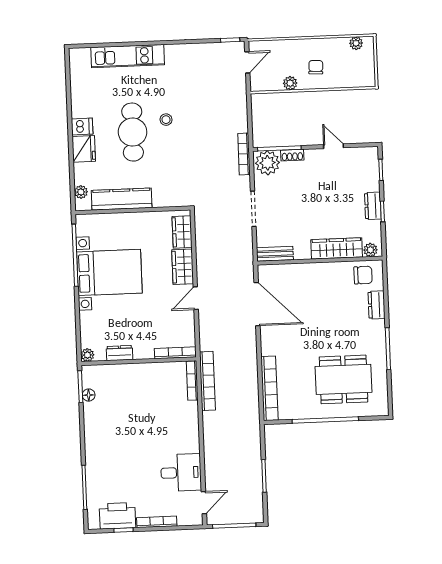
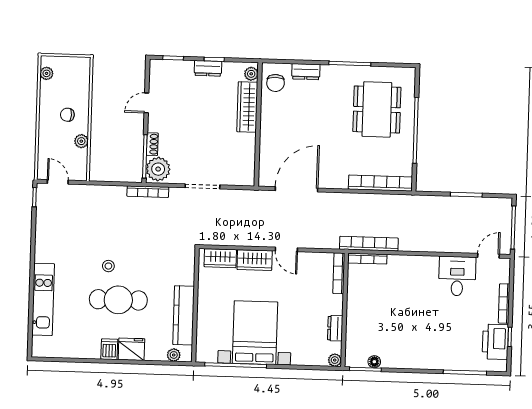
bench: (275, 254) -> (248, 168), removed
chair: (363, 275) -> (276, 83), turned 180
door: (204, 503) -> (488, 256), hinge flipped

